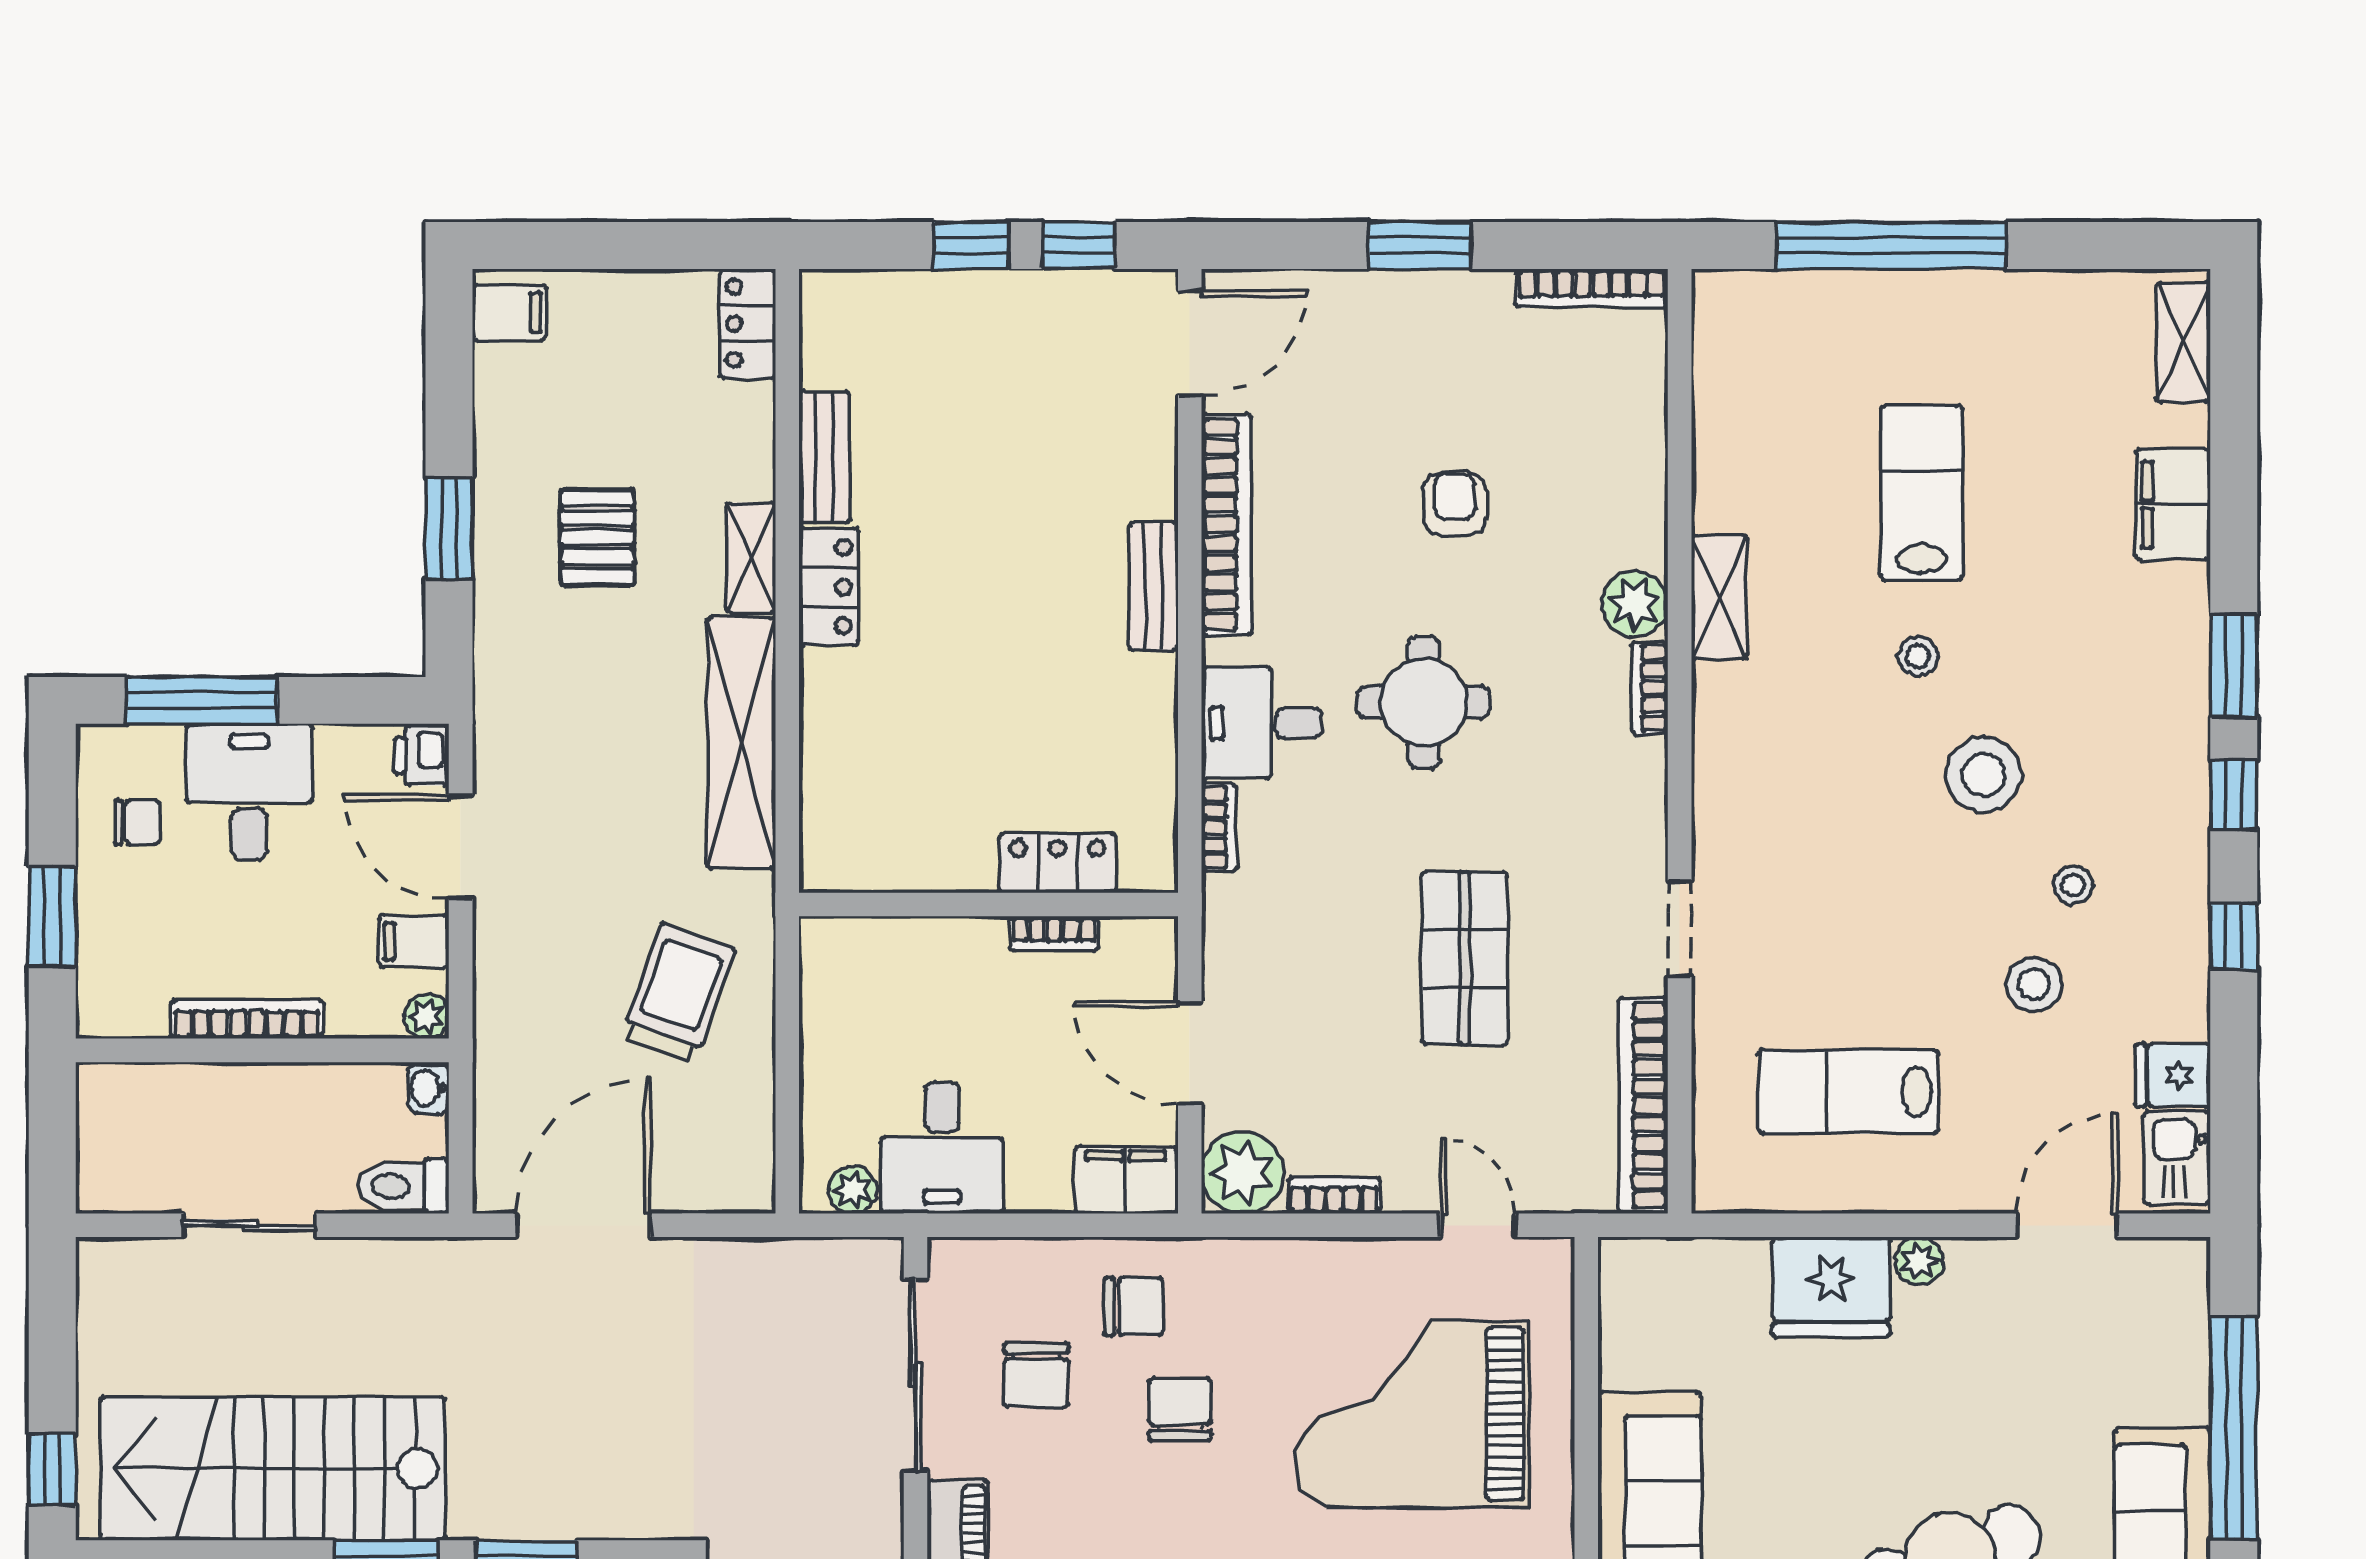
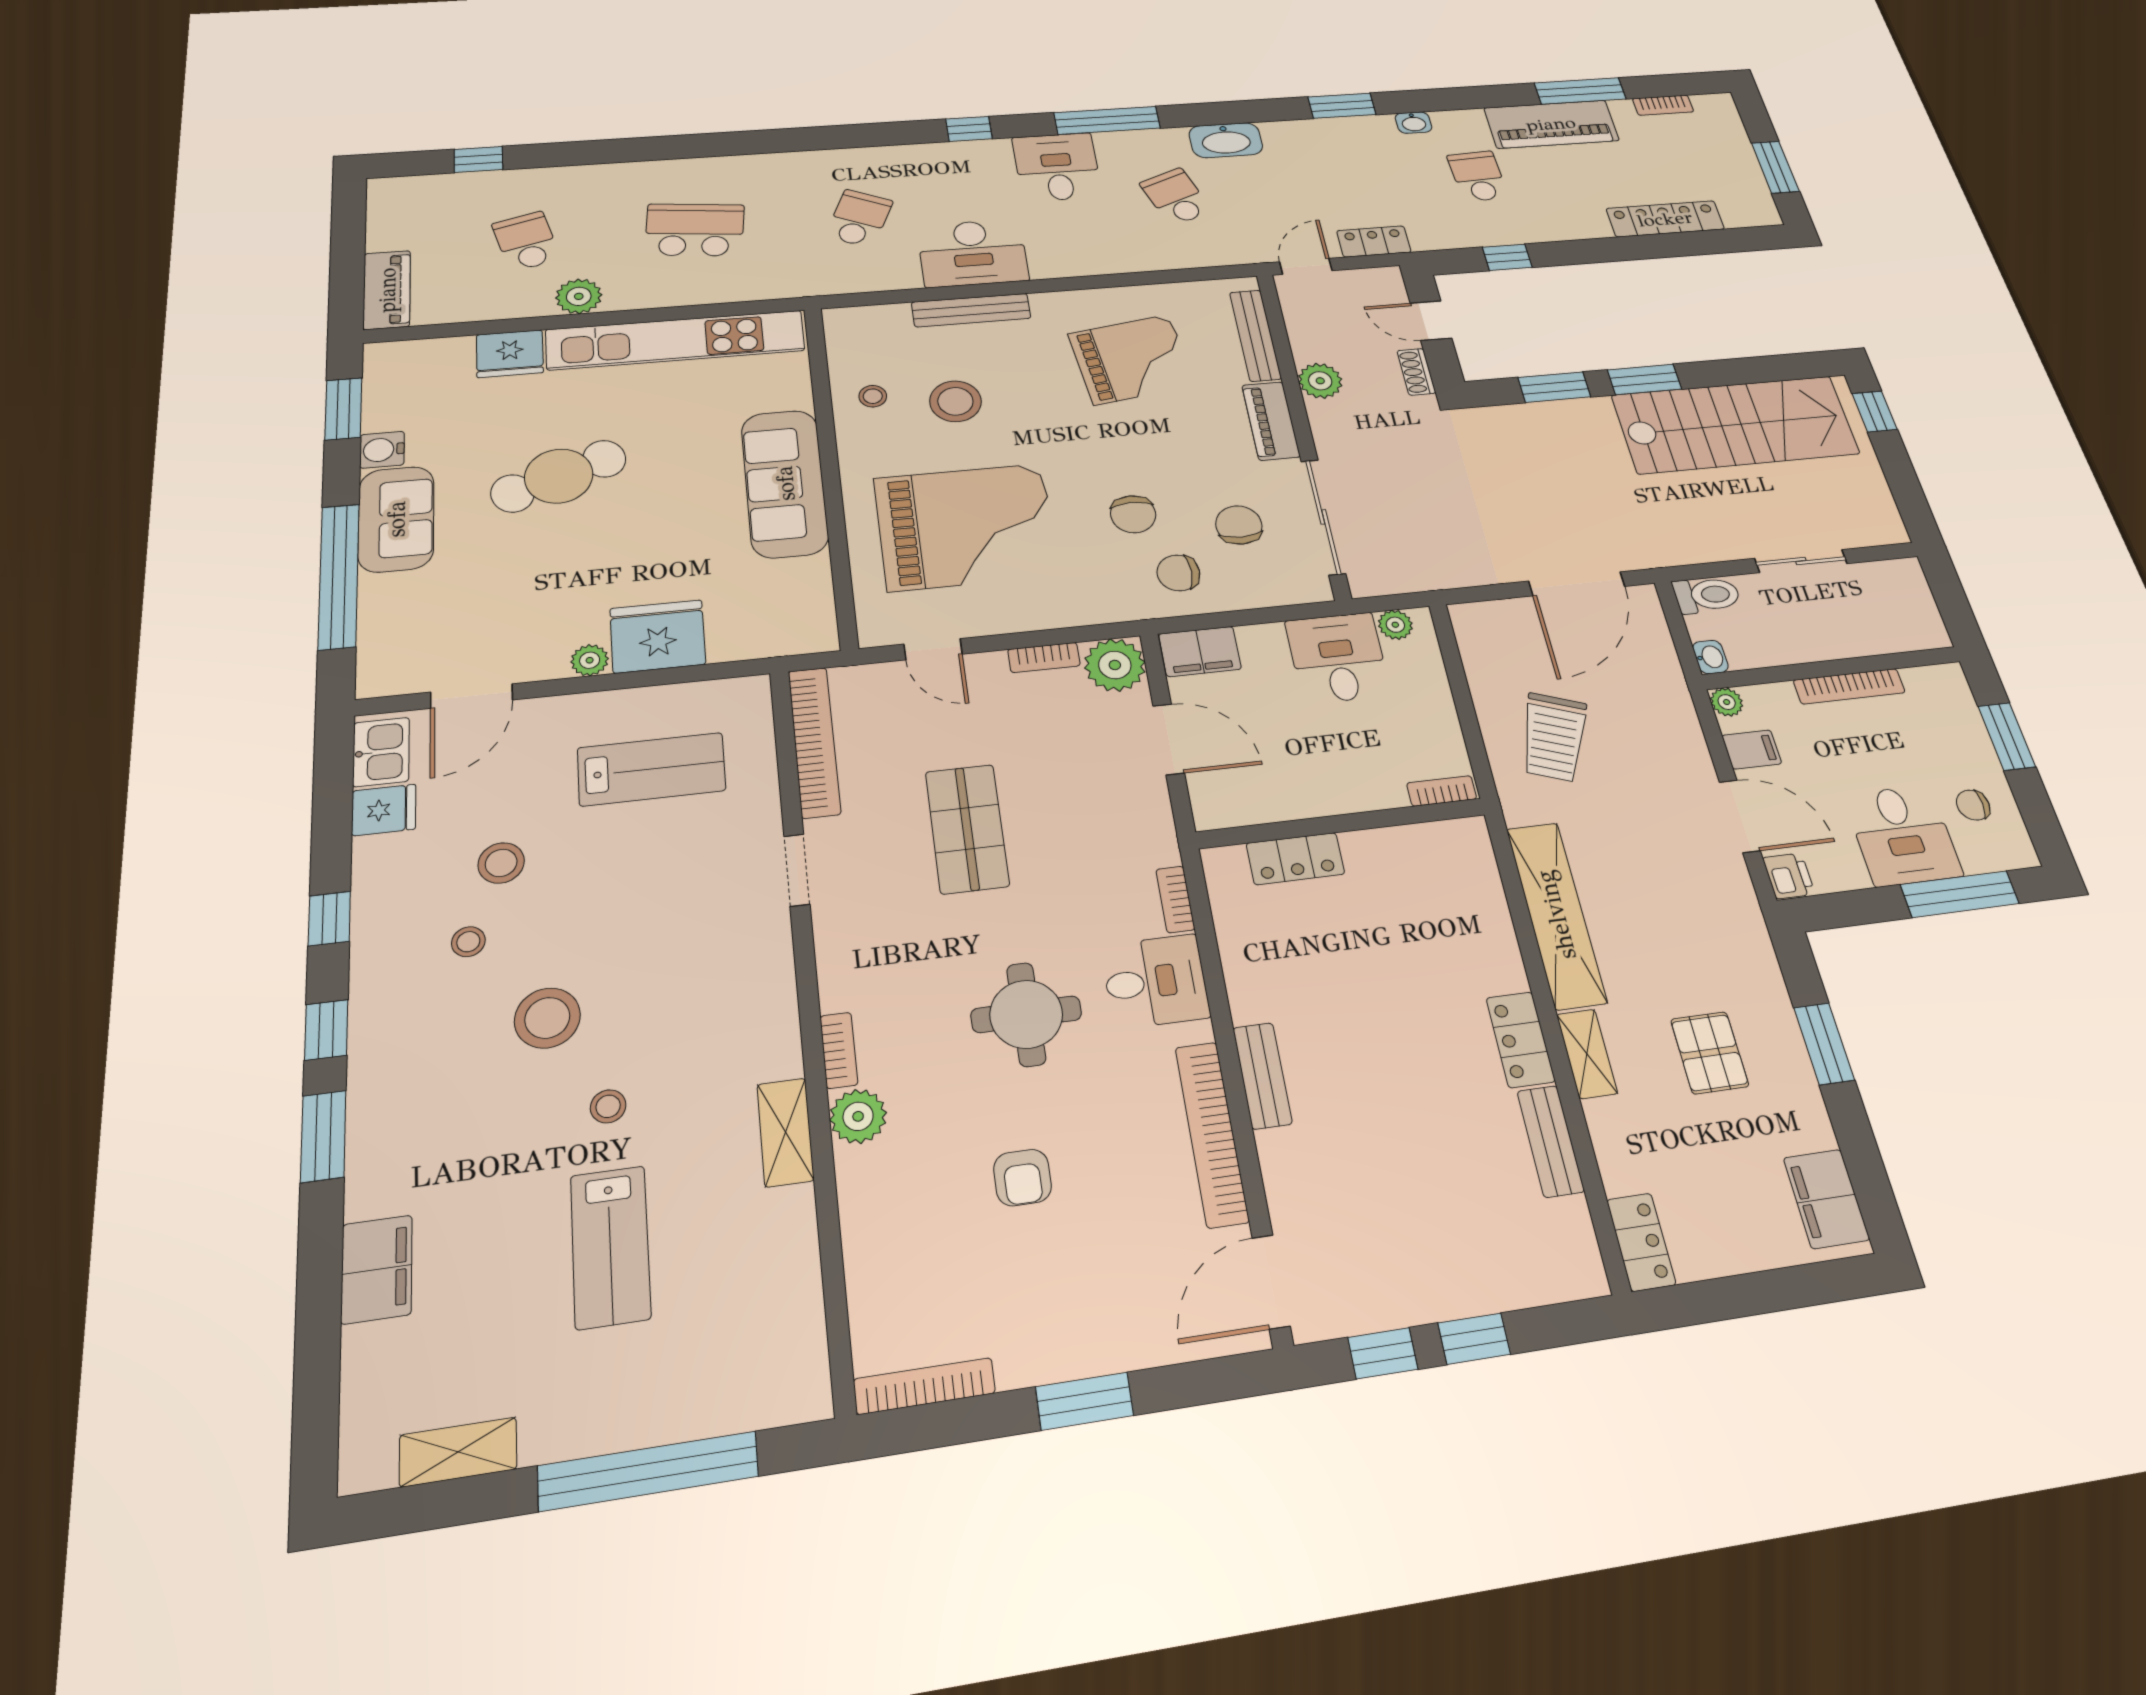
filing cabinet: (509, 313) -> (1826, 1199), width x2.00
shelving: (2183, 342) -> (458, 1452), moved, turned 90
bookcase: (1054, 934) -> (1442, 791), moved

